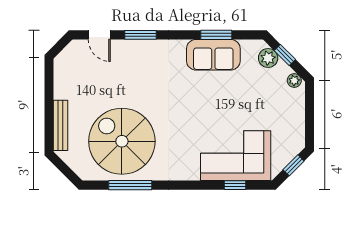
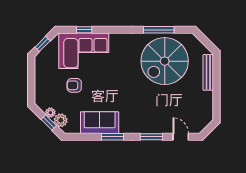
window: (216, 35) -> (112, 137), moved
plant: (294, 80) -> (50, 113), moved
armchair: (249, 107) -> (74, 85), added
spiral stairs: (122, 141) -> (165, 61), turned 90

